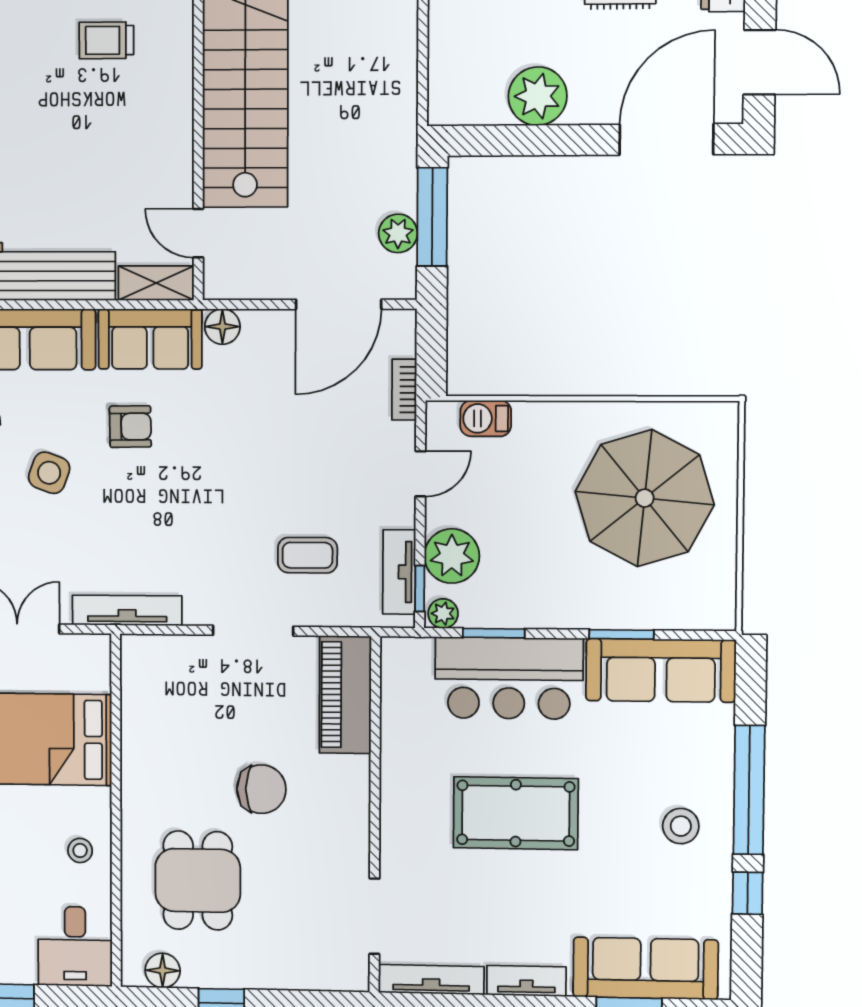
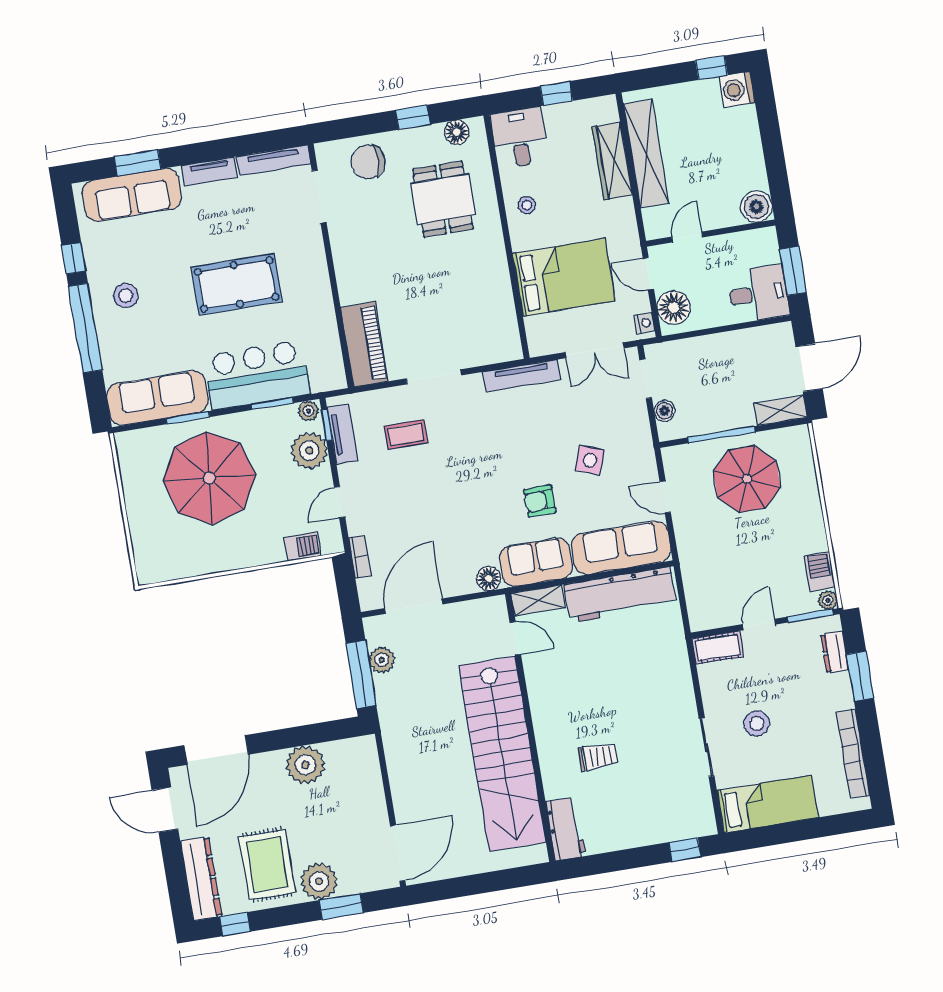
parasol: (645, 498) -> (209, 478), moved
chair: (261, 789) -> (368, 162), moved

